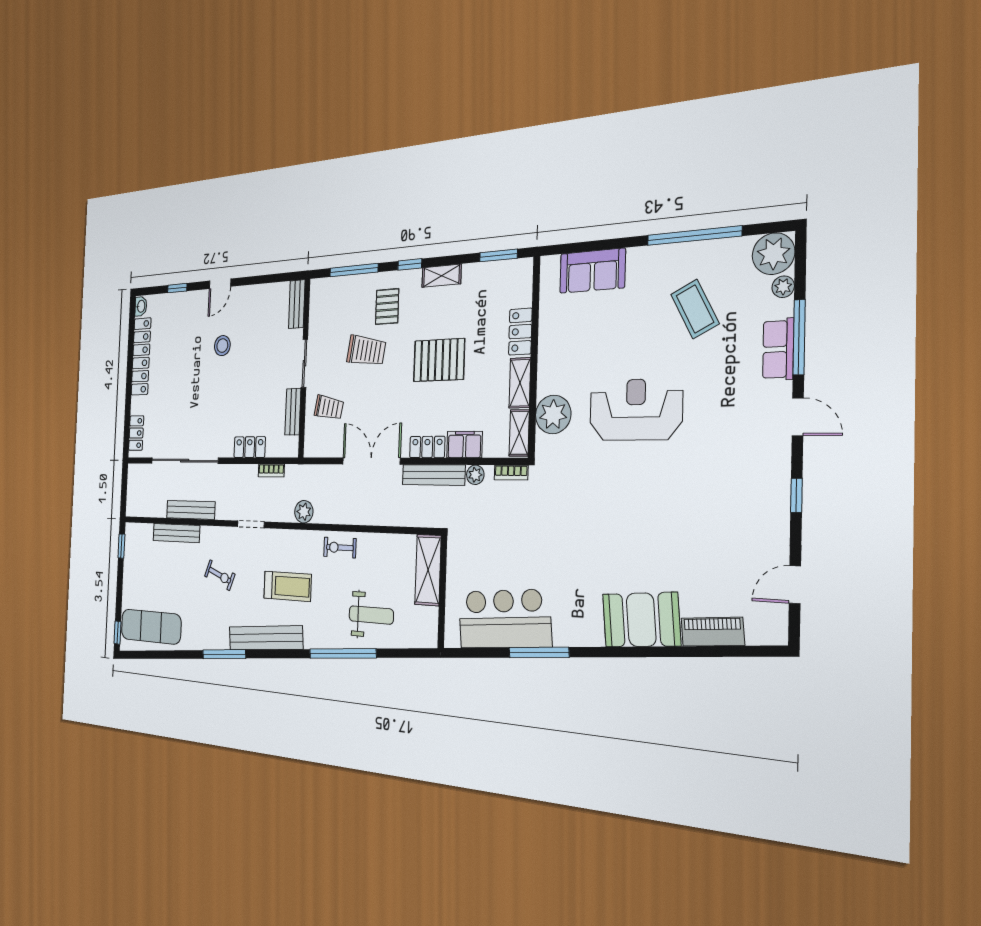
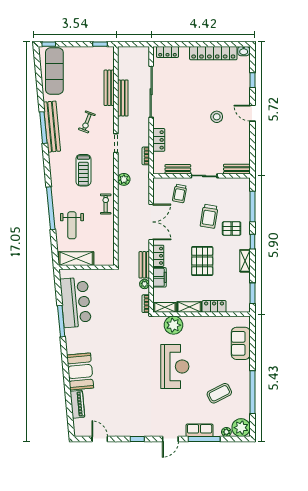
bench: (433, 475) -> (144, 265), width x0.73
shelving: (428, 570) -> (76, 259), moved
bench: (266, 638) -> (52, 127), moved

